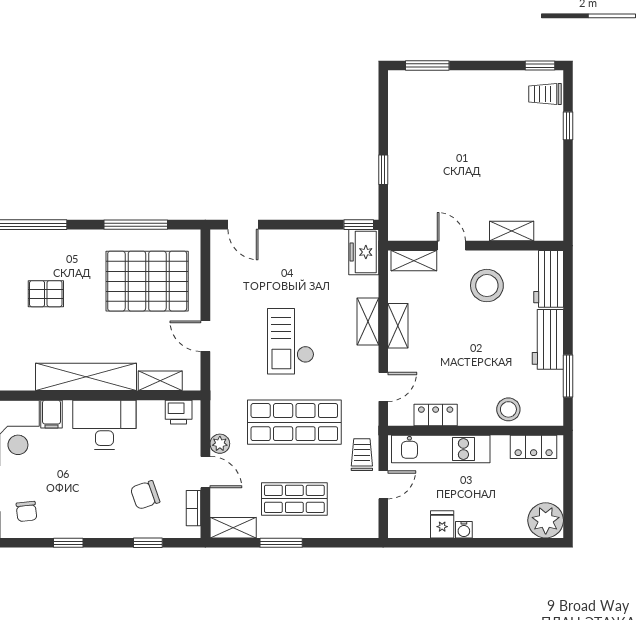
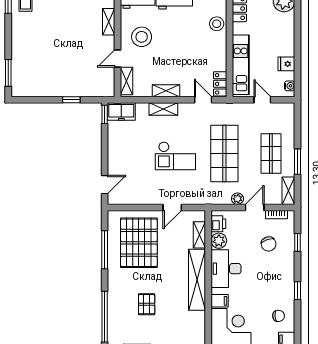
plant: (151, 413) -> (219, 241), added
locker: (436, 415) -> (220, 84), moved
trolley: (362, 455) -> (244, 113), removed
water cooler: (464, 530) -> (290, 86), moved

